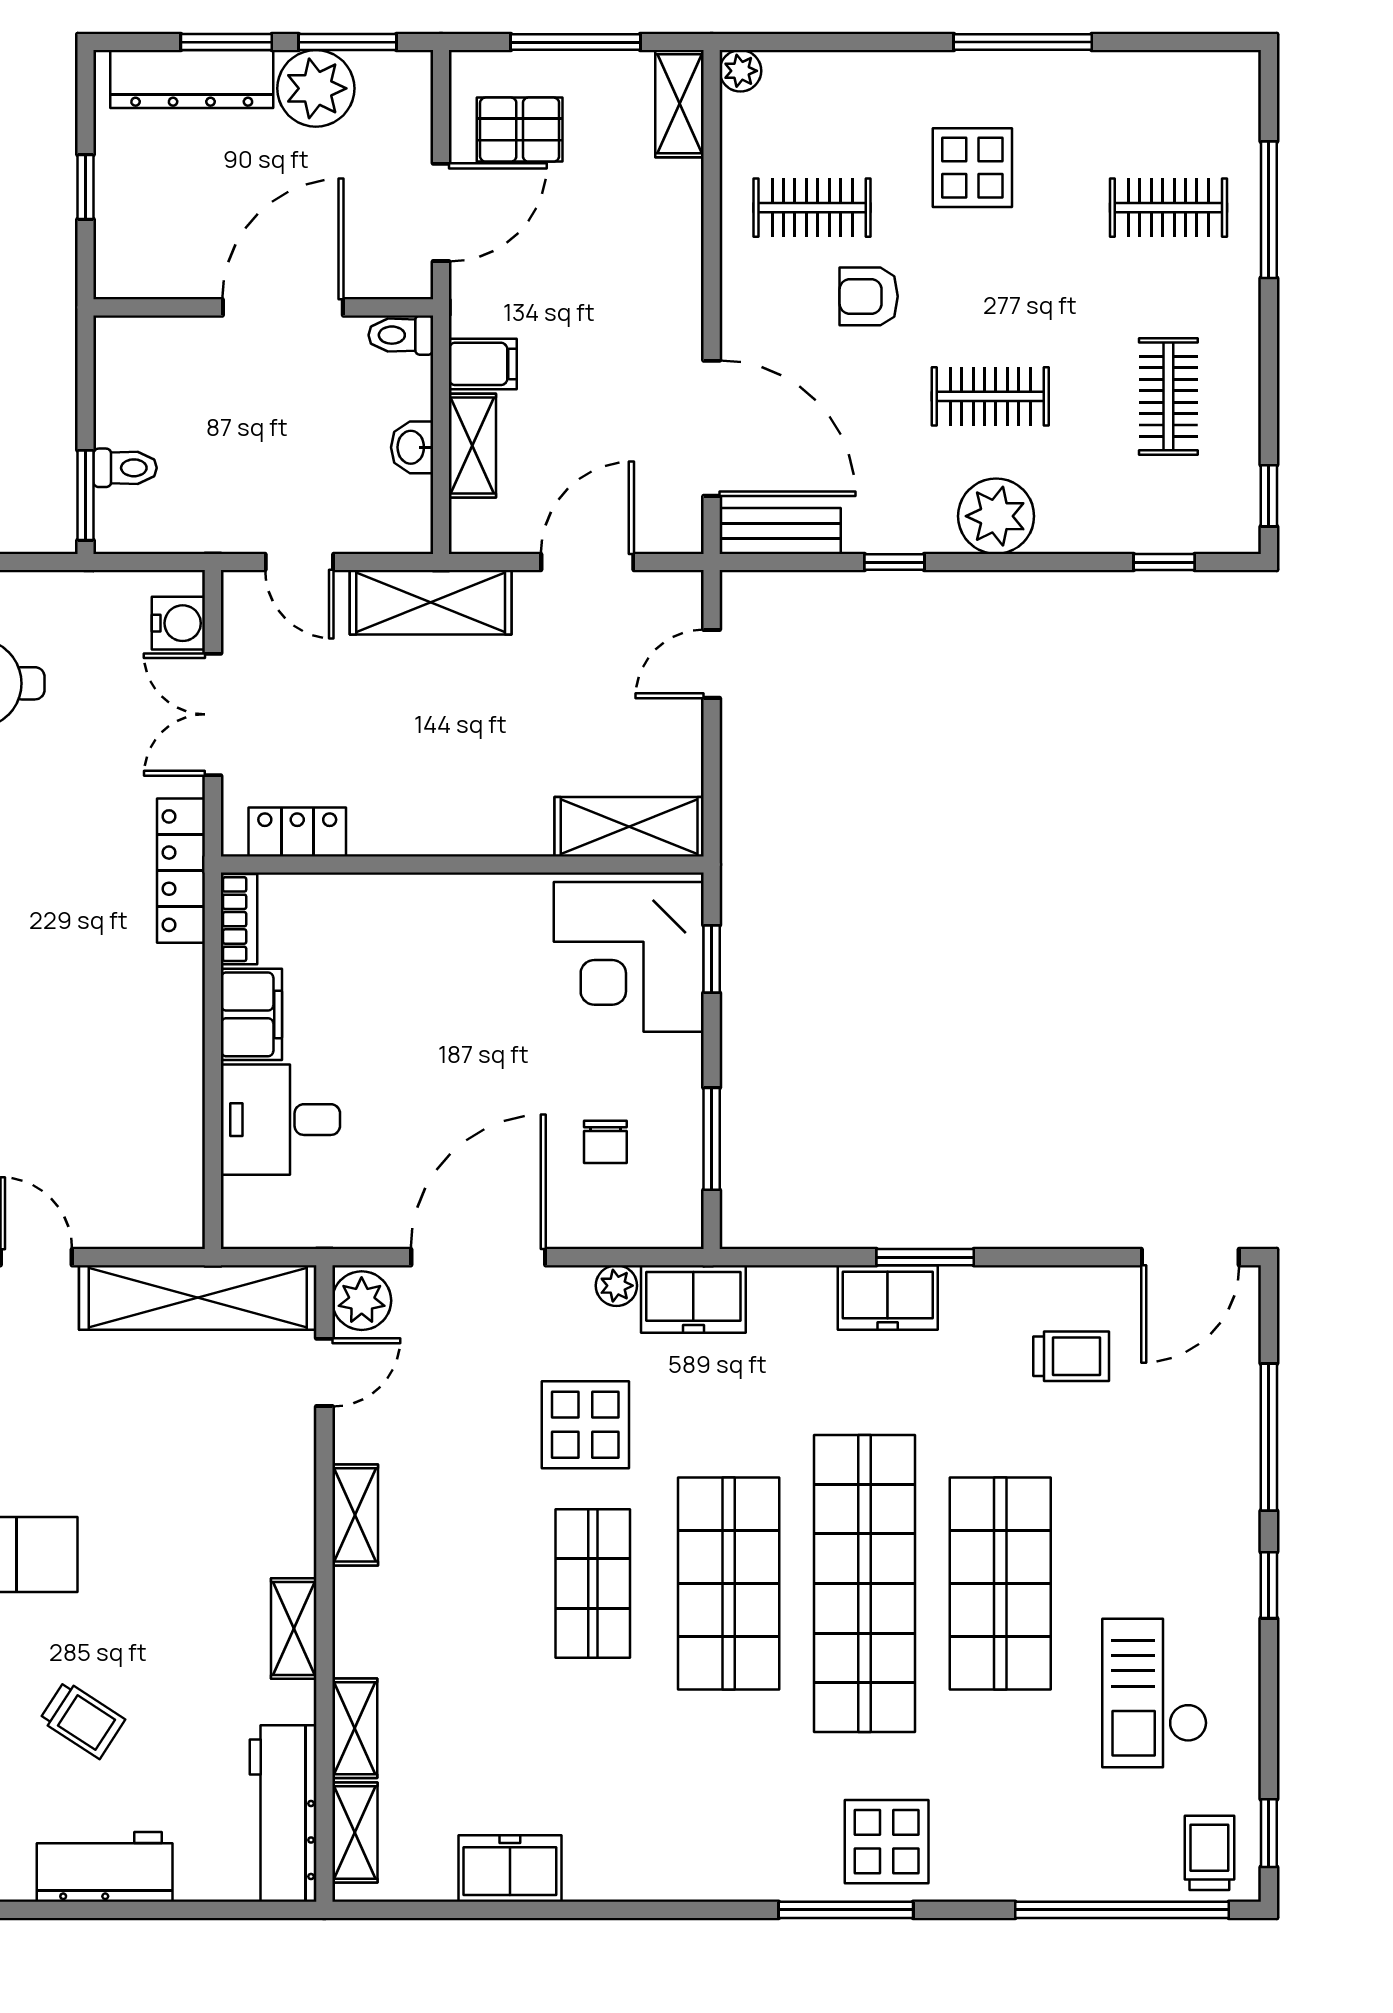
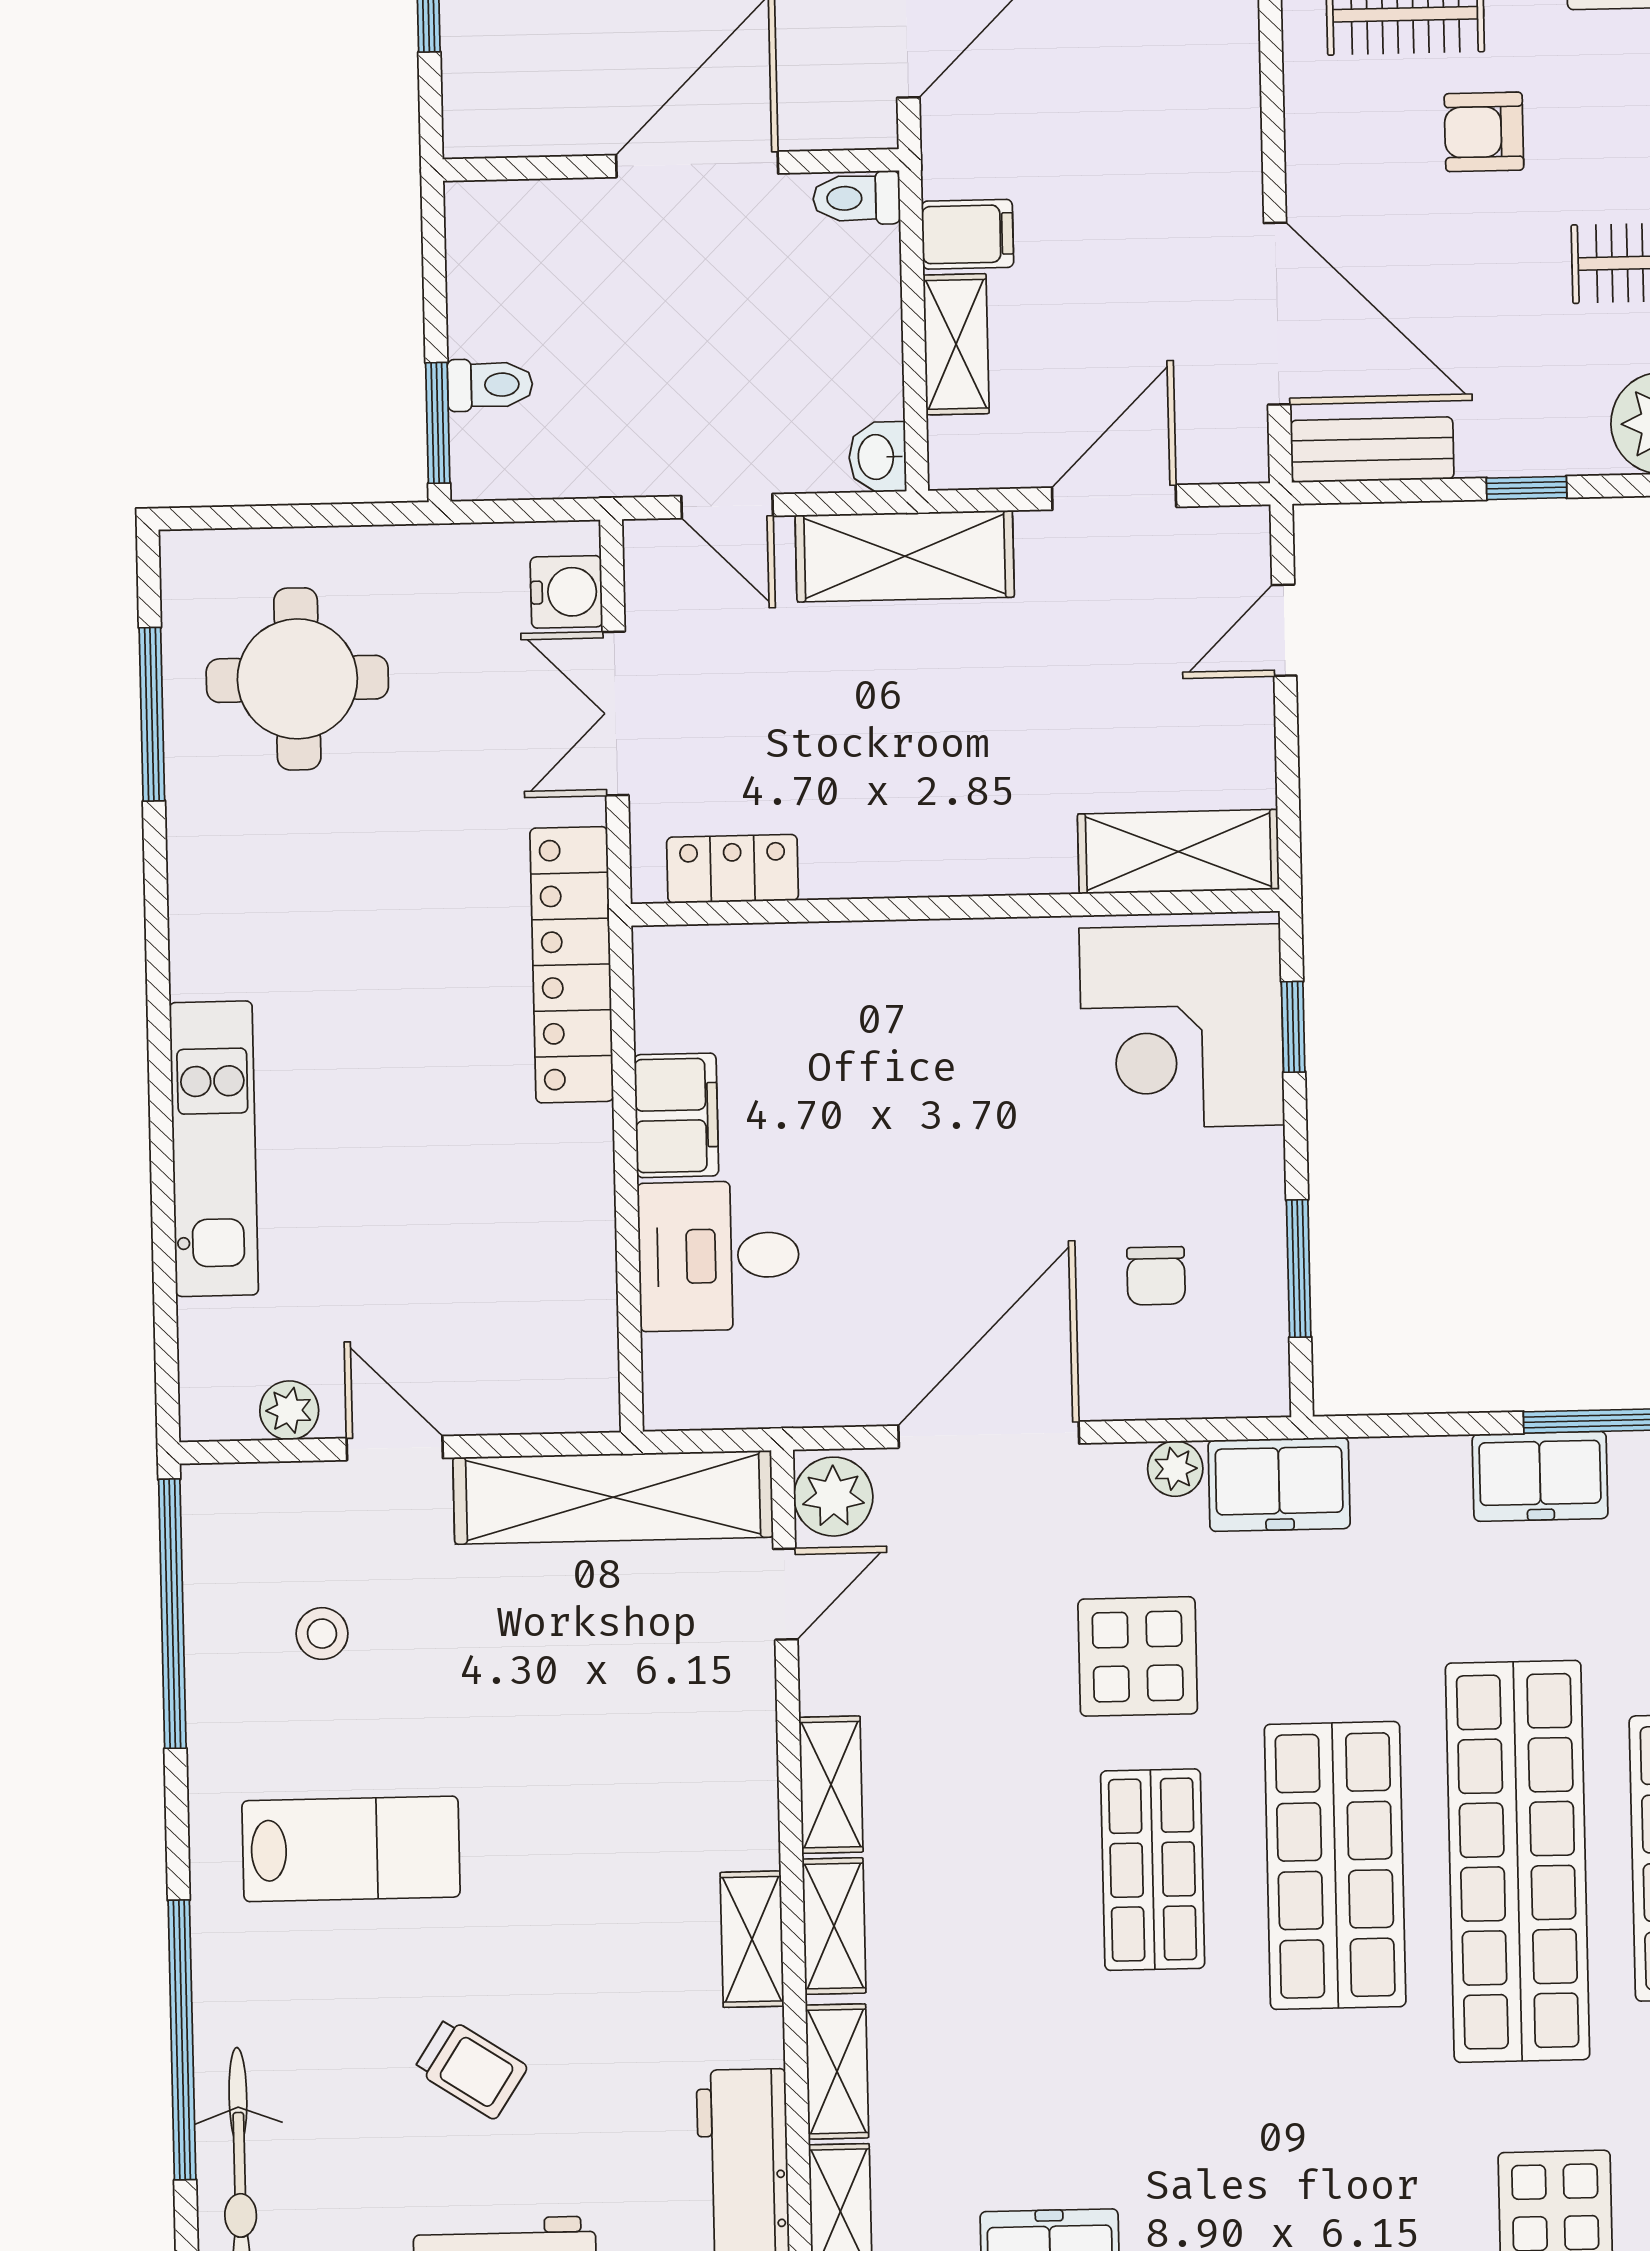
washbasin: (412, 447) -> (877, 457), moved
locker: (181, 871) -> (572, 965), width x1.41, depth x1.21
bookcase: (239, 919) -> (657, 988), removed
shelving: (355, 1620) -> (834, 1926), added

